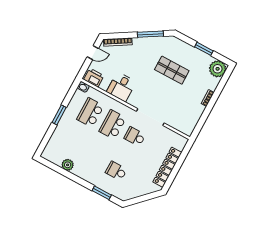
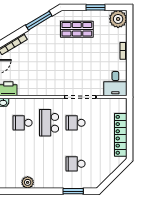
shop shelf: (172, 70) -> (77, 29), moved
desk: (121, 87) -> (115, 84), moved
school desk: (90, 113) -> (23, 123), width x0.54

